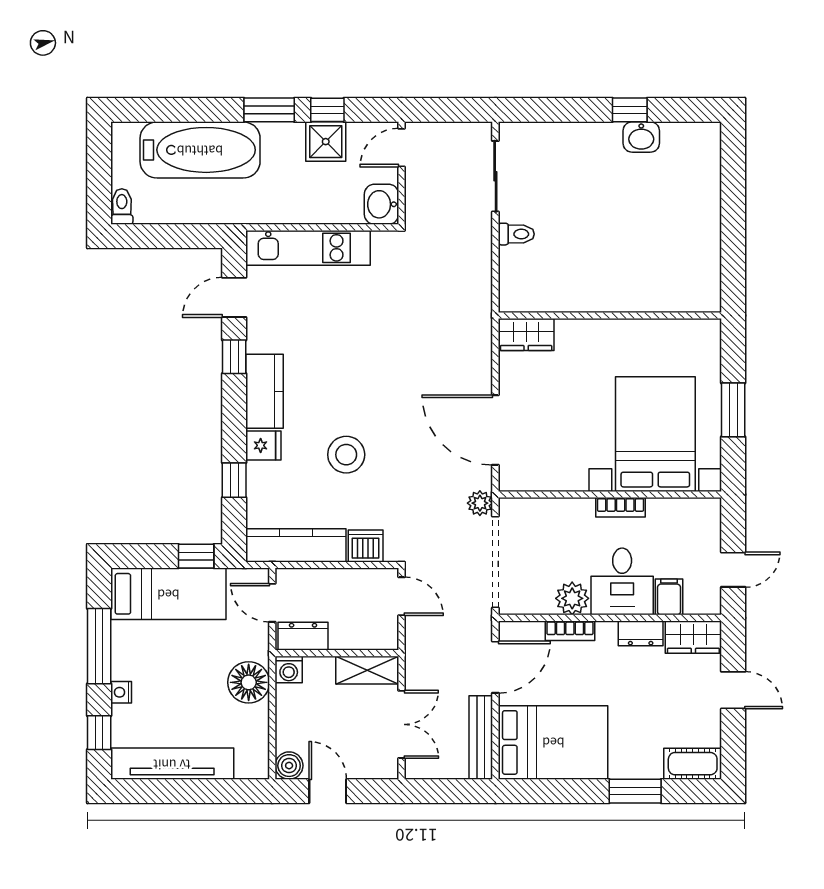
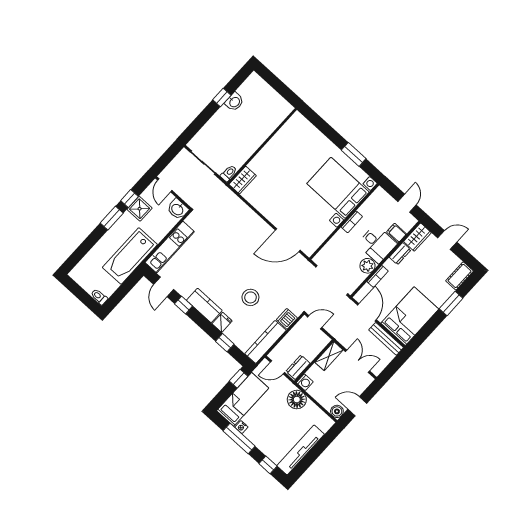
bathtub: (200, 150) -> (130, 256), moved, turned 180
wall: (610, 315) -> (262, 146), moved
wardrobe: (526, 334) -> (243, 180), moved
plant: (480, 503) -> (308, 268), removed
nightstand: (121, 692) -> (241, 427), moved

